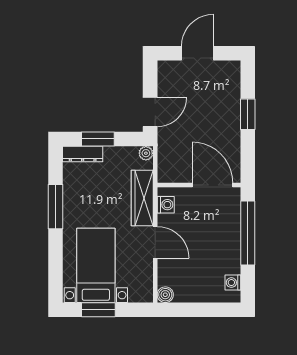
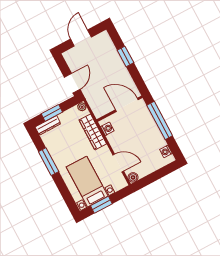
door: (155, 242) -> (118, 163), moved

